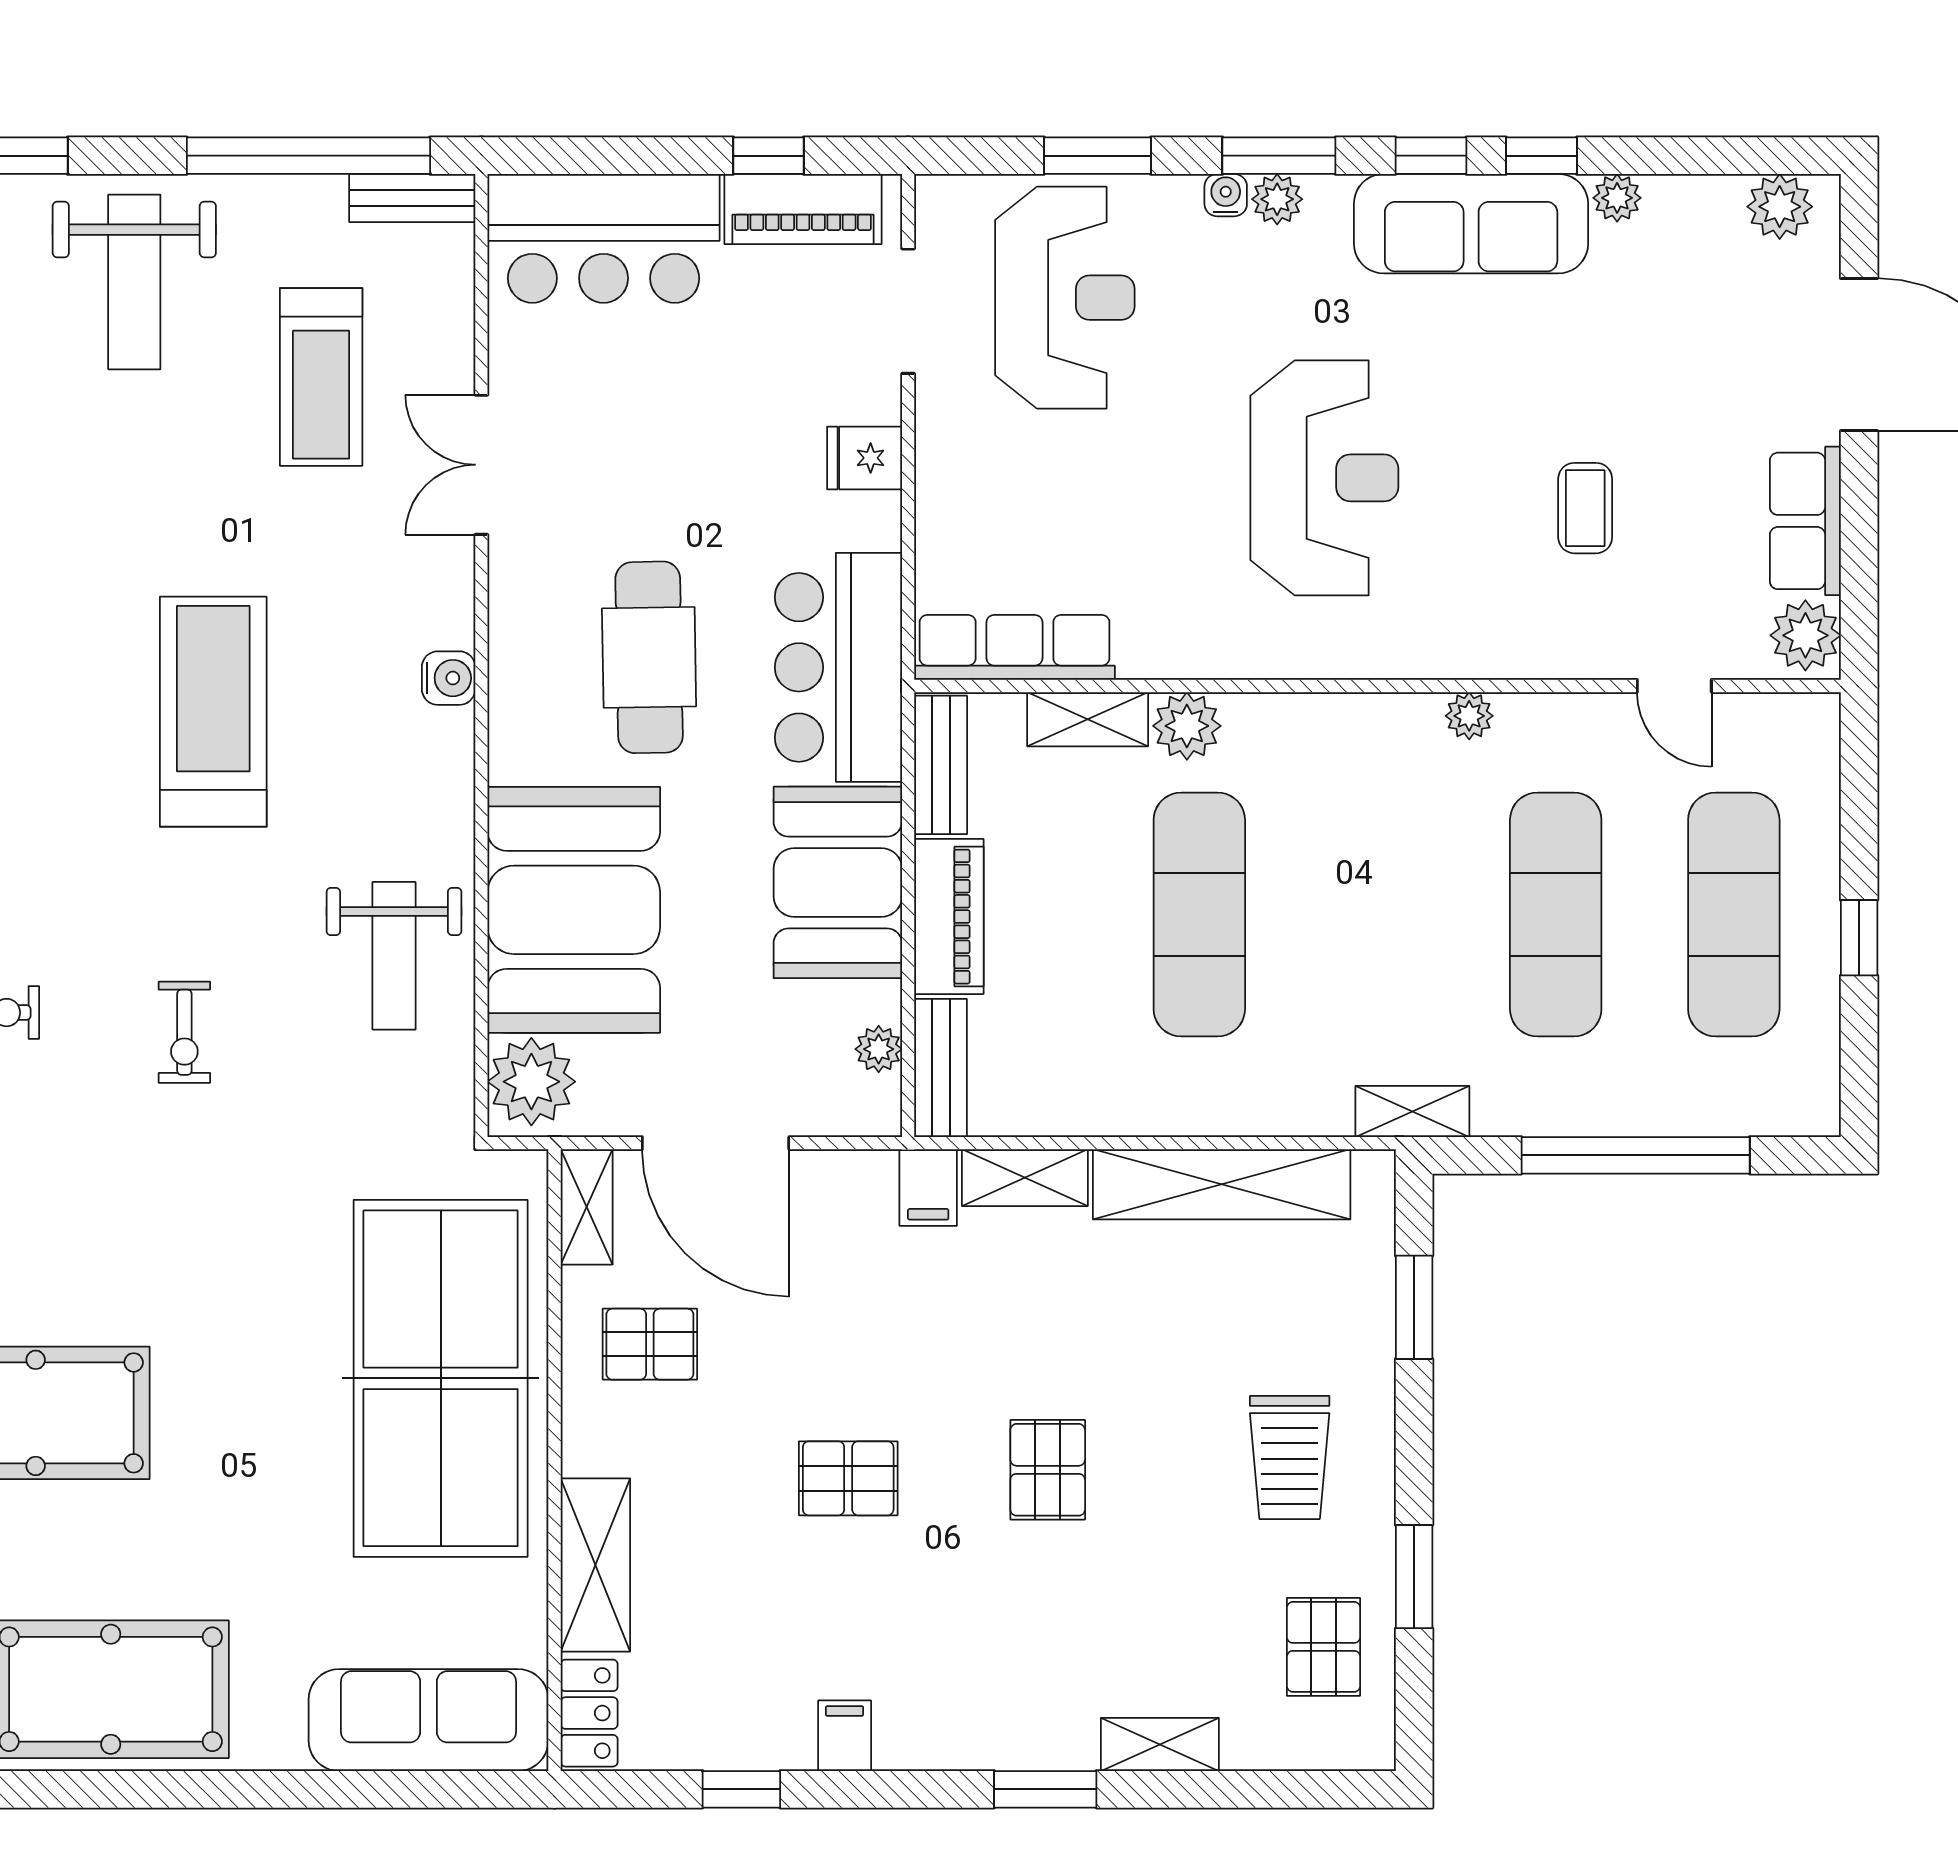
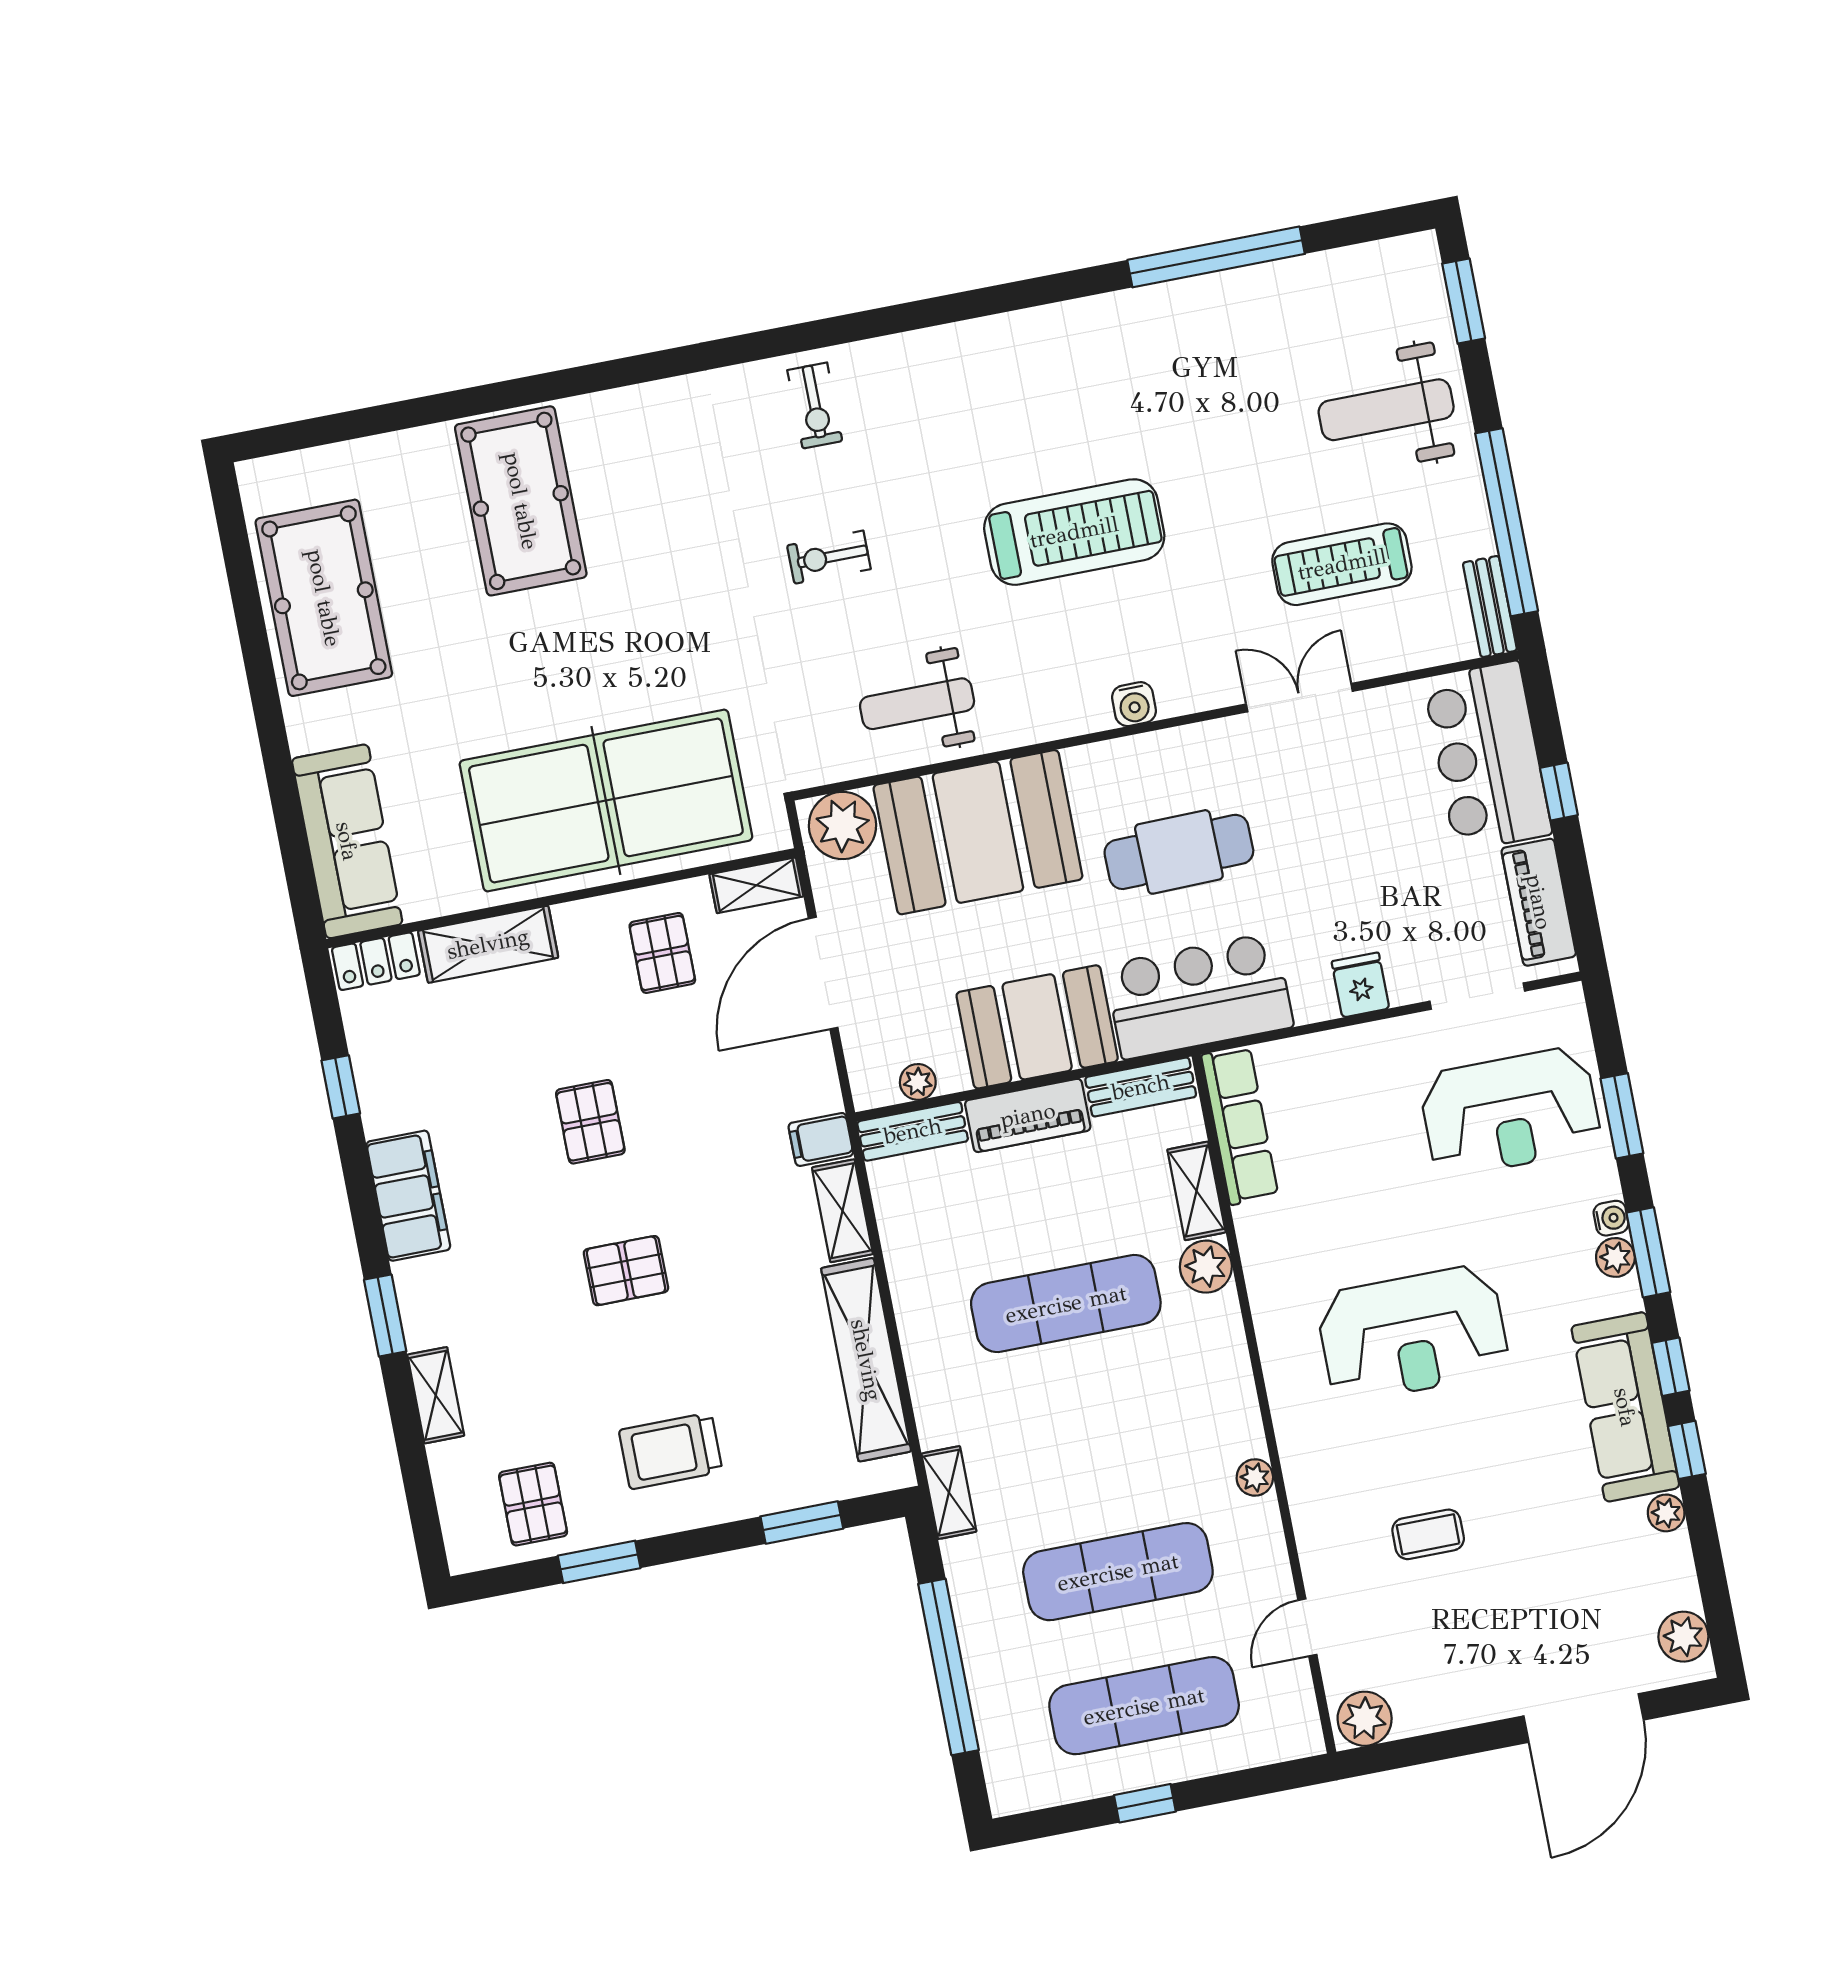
window: (768, 156) -> (1559, 791), moved
row of seats: (1805, 521) -> (1451, 1702), removed
pallet: (1324, 1647) -> (533, 1504), turned 90
filing cabinet: (845, 1736) -> (408, 1196), width x3.00, depth x1.17

